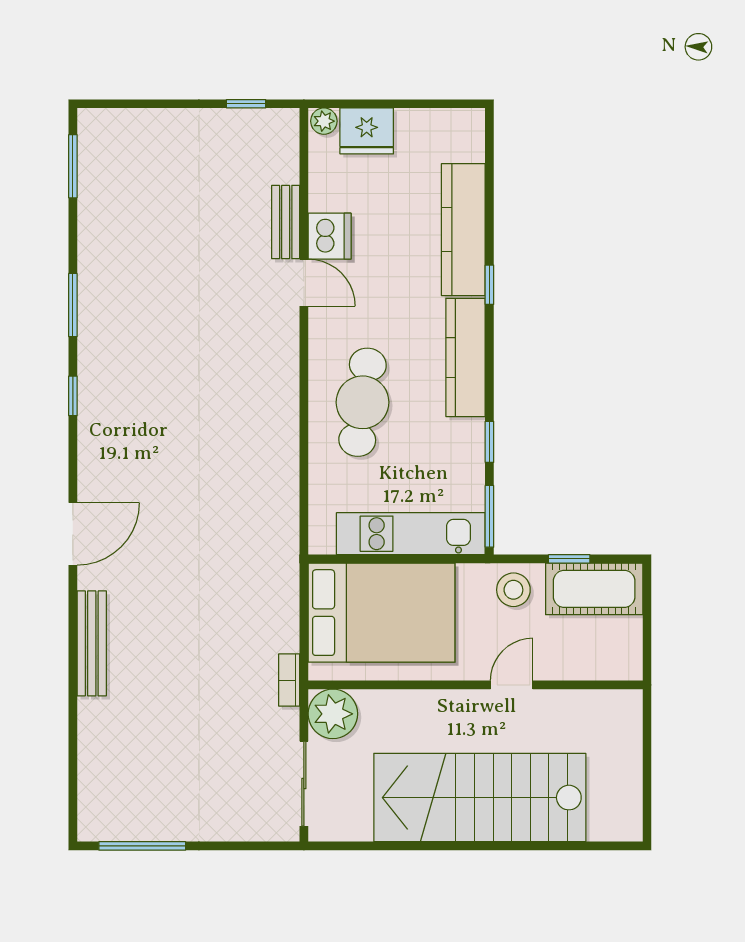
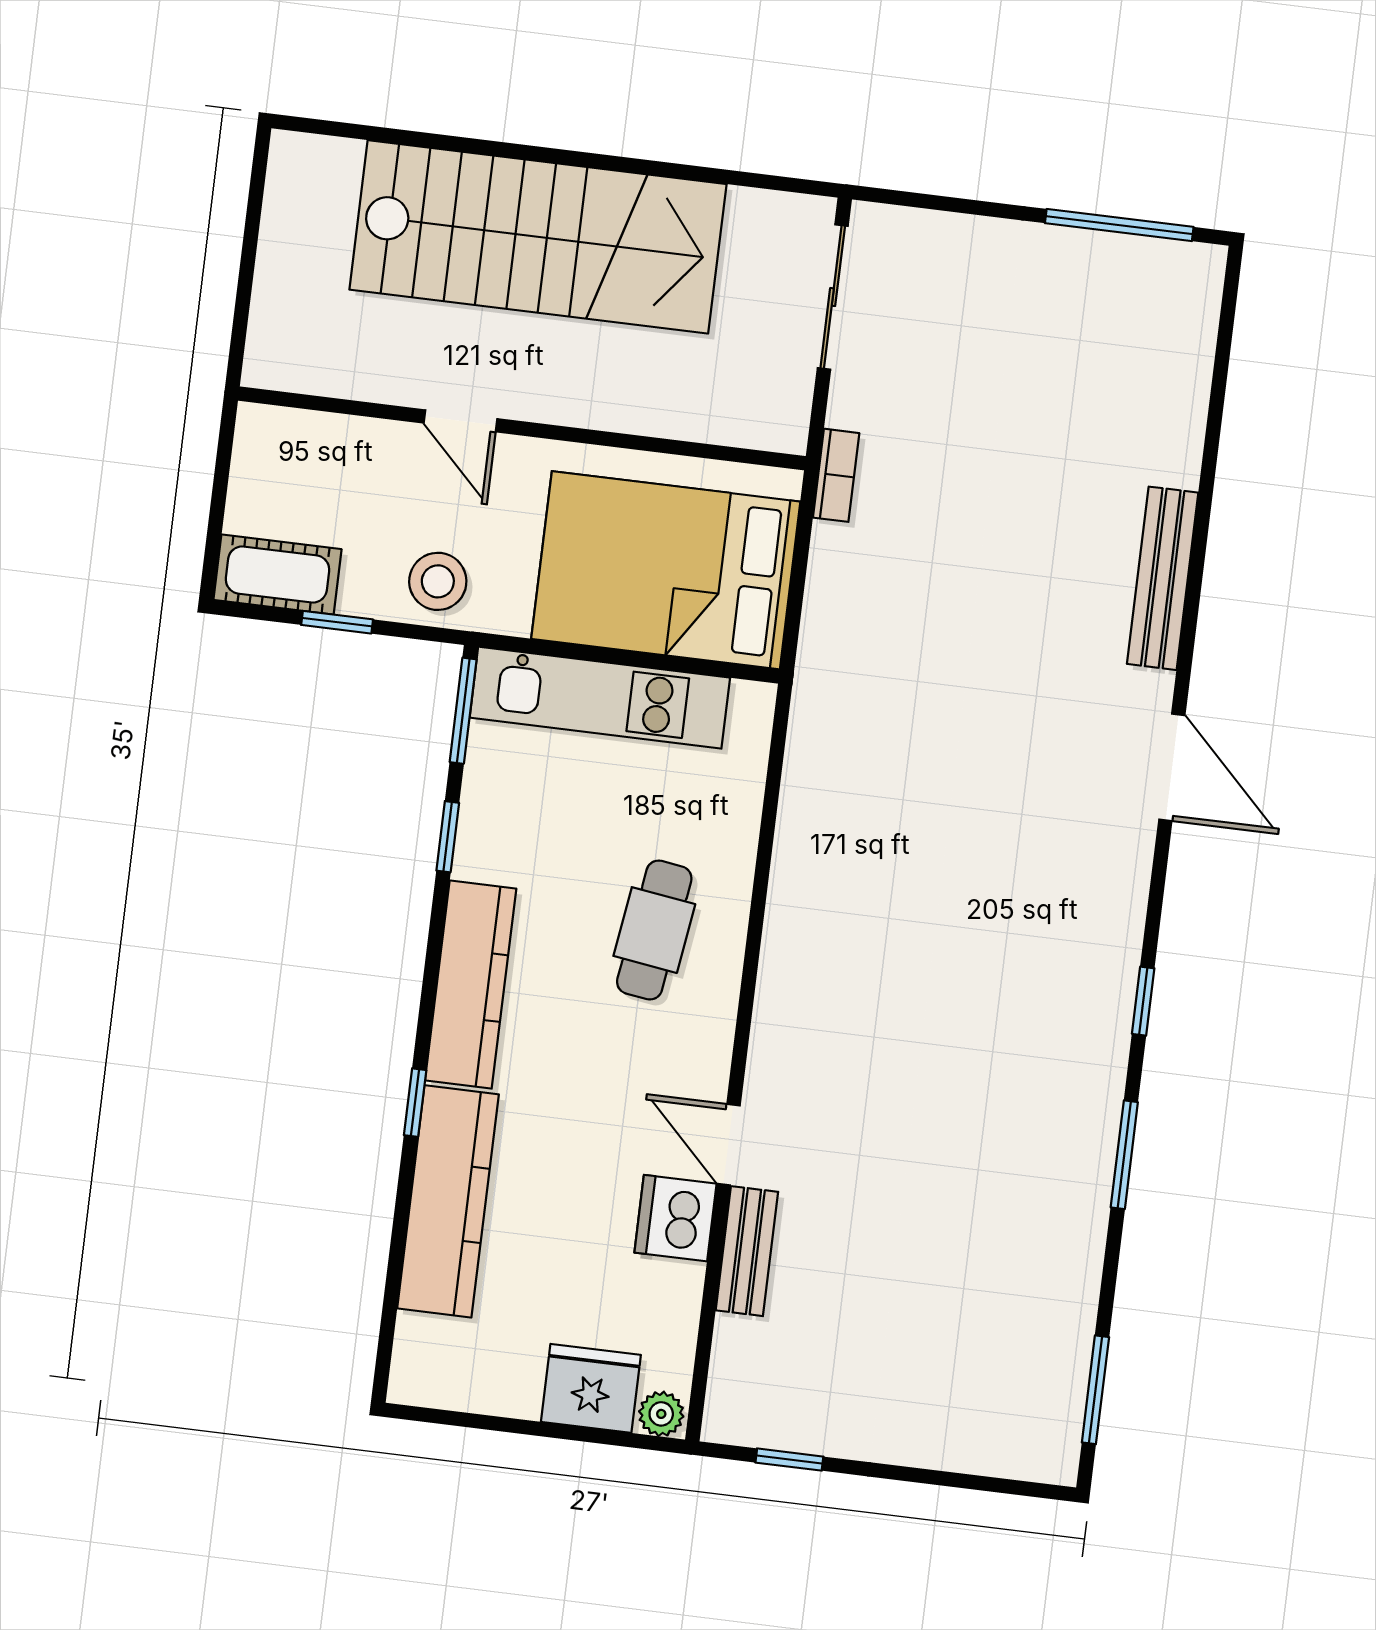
cafe table: (363, 402) -> (654, 930), width x0.73, depth x0.74
door: (73, 534) -> (1172, 767), swing flipped
cot: (594, 589) -> (277, 574), width x0.73, depth x0.75
door: (512, 685) -> (461, 421), hinge flipped
plant: (333, 714) -> (769, 409), removed

